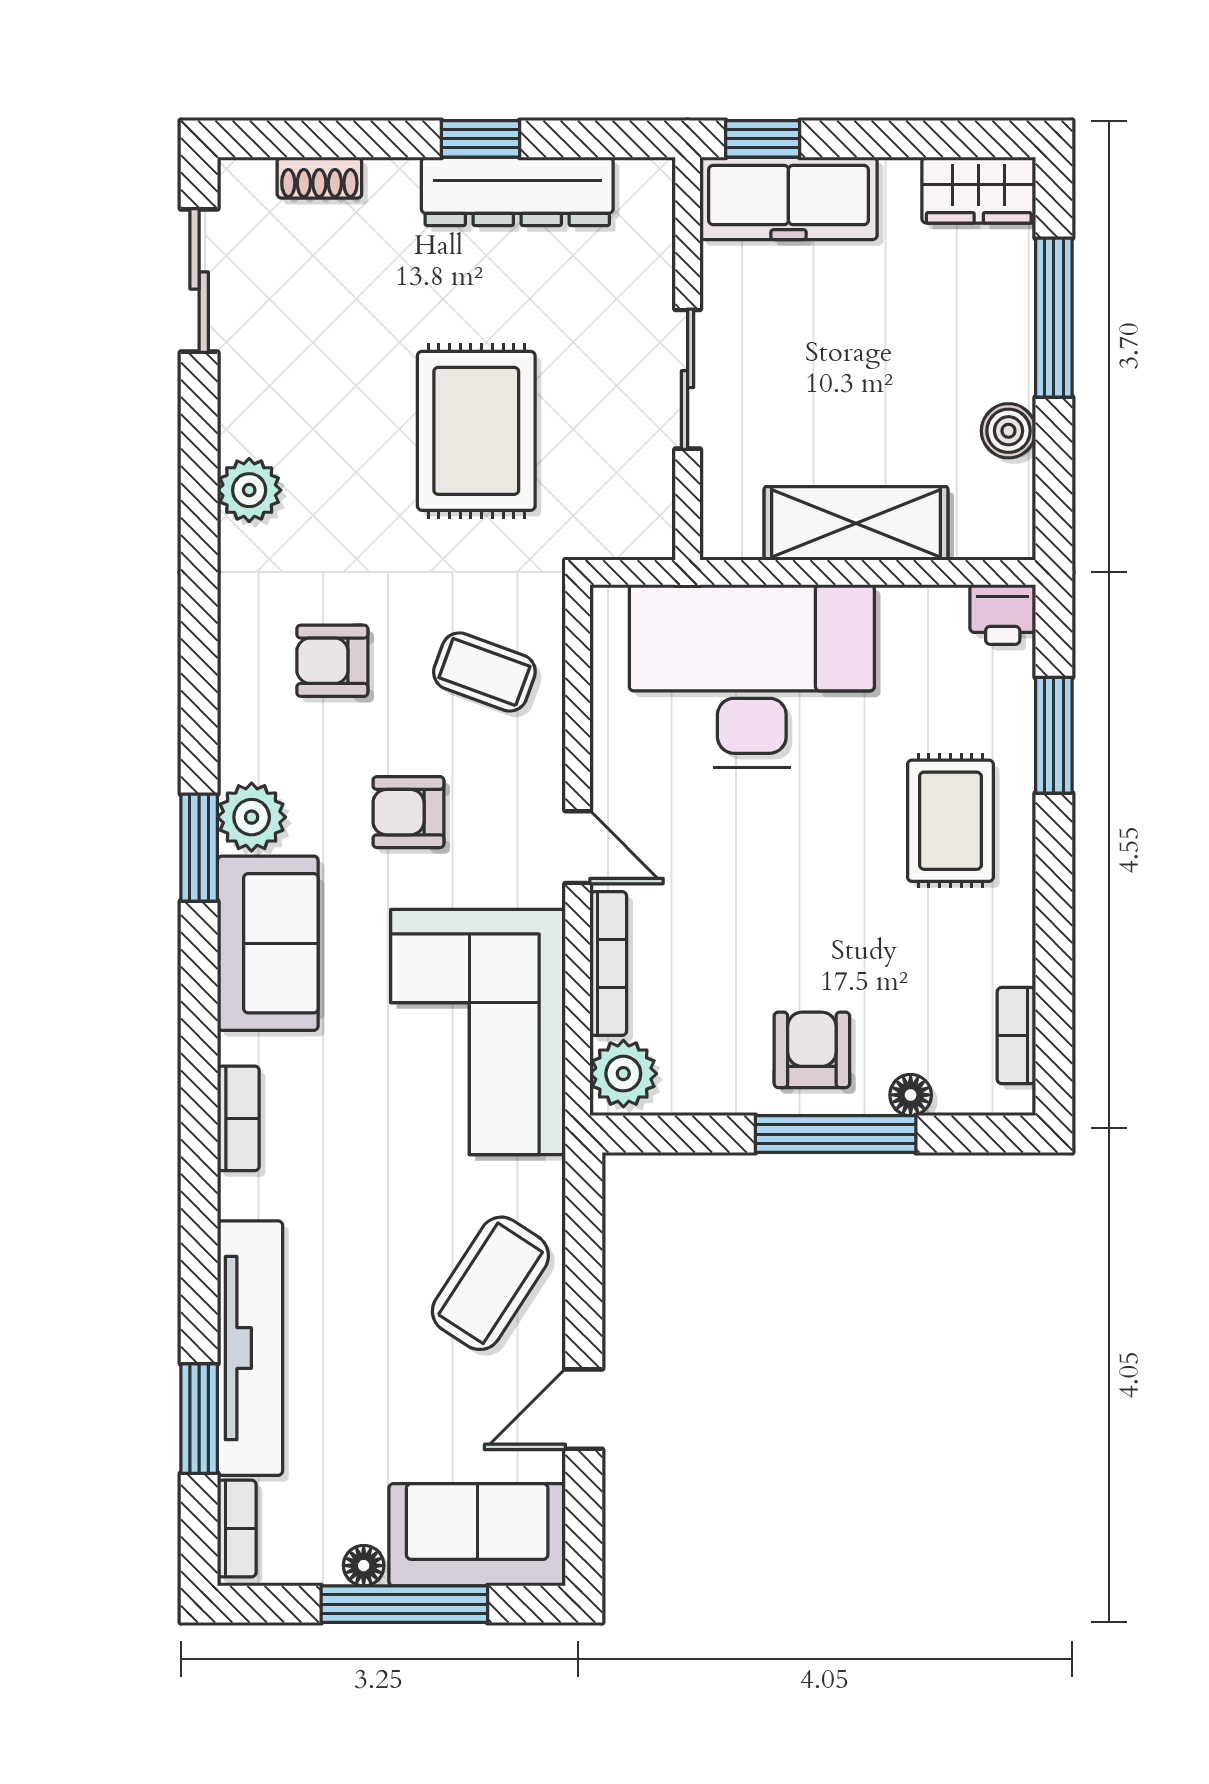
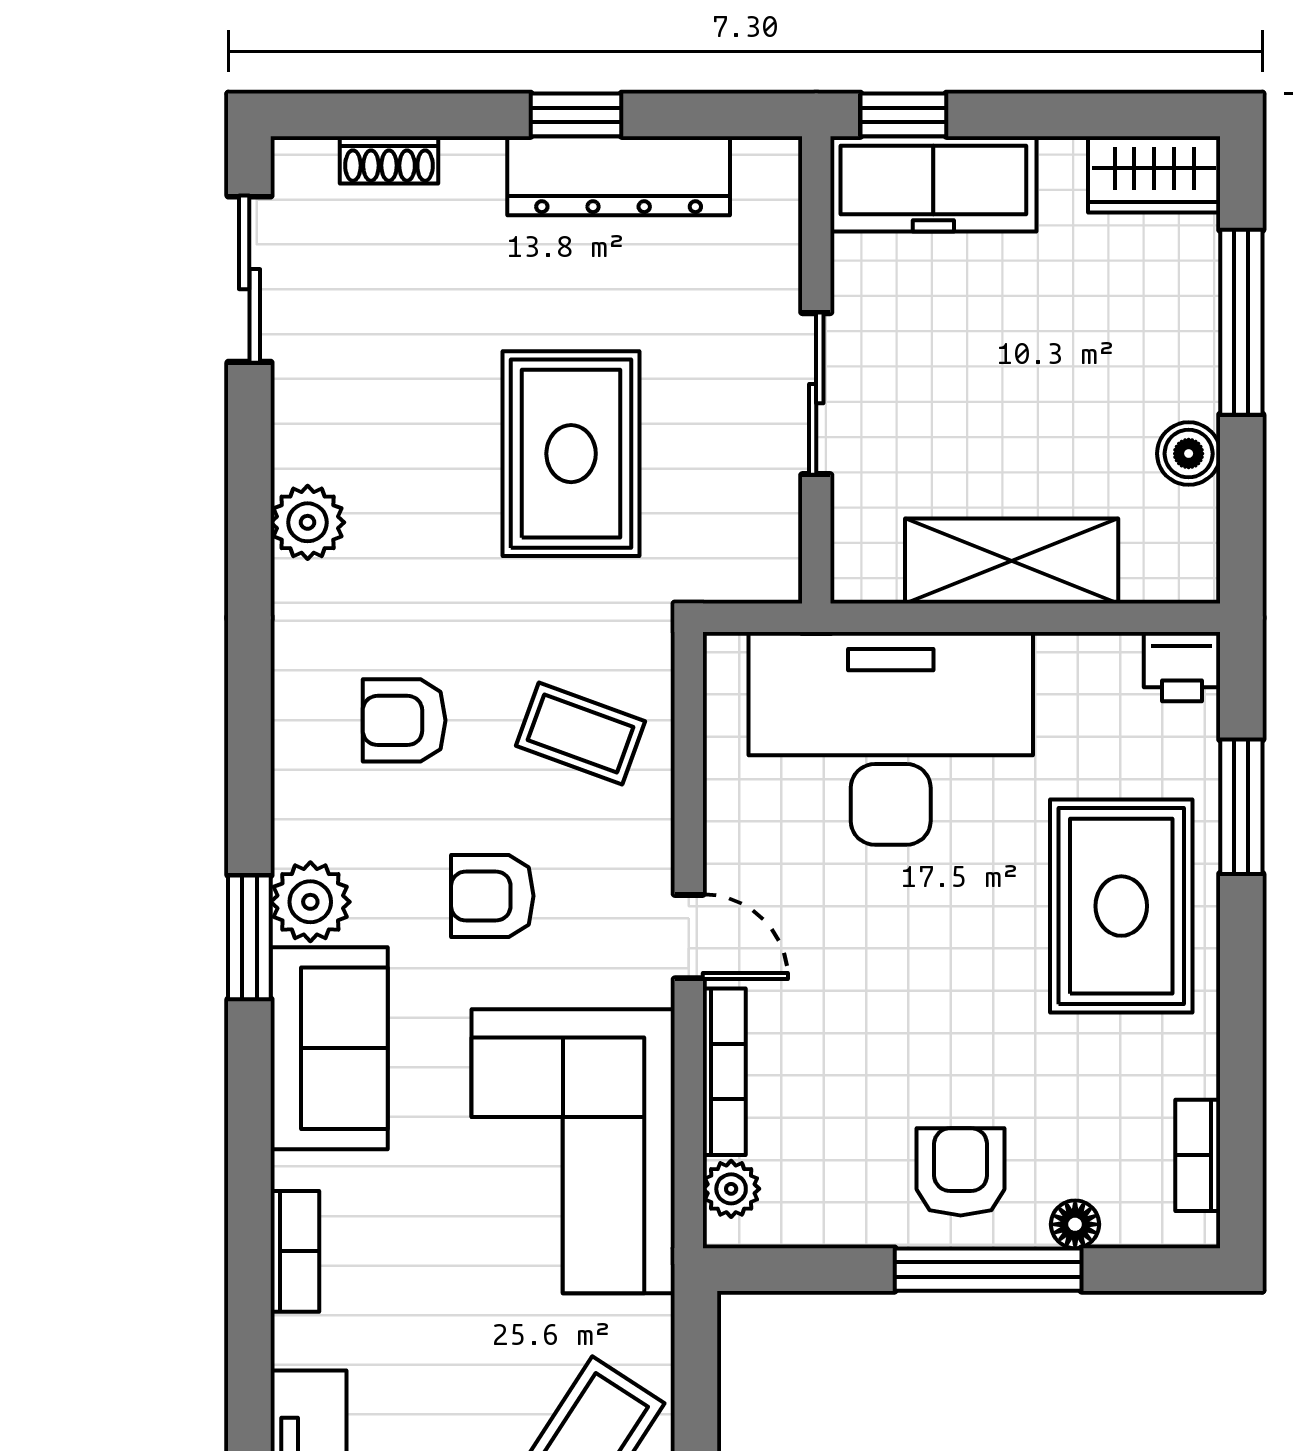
rug: (950, 821) -> (1121, 906), width x1.36, depth x1.43
plant: (623, 1074) -> (731, 1189), width x0.73, depth x0.73

